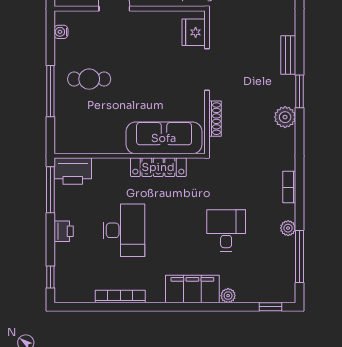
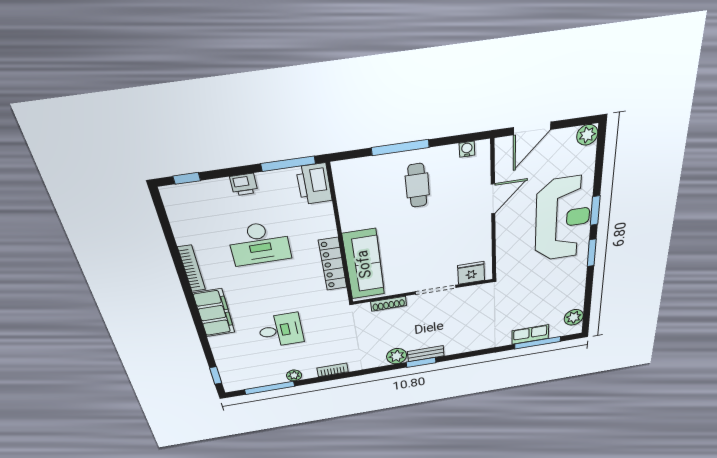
bench: (288, 55) -> (426, 354), moved
plant: (228, 296) -> (216, 342), removed
bookcase: (120, 297) -> (192, 269), moved

